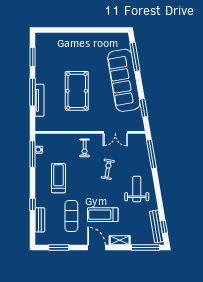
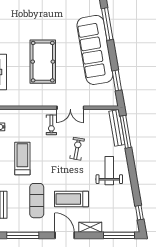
double door: (115, 132) -> (70, 108), moved
bench: (157, 226) -> (117, 128), moved
window: (59, 247) -> (23, 235), width x1.44

